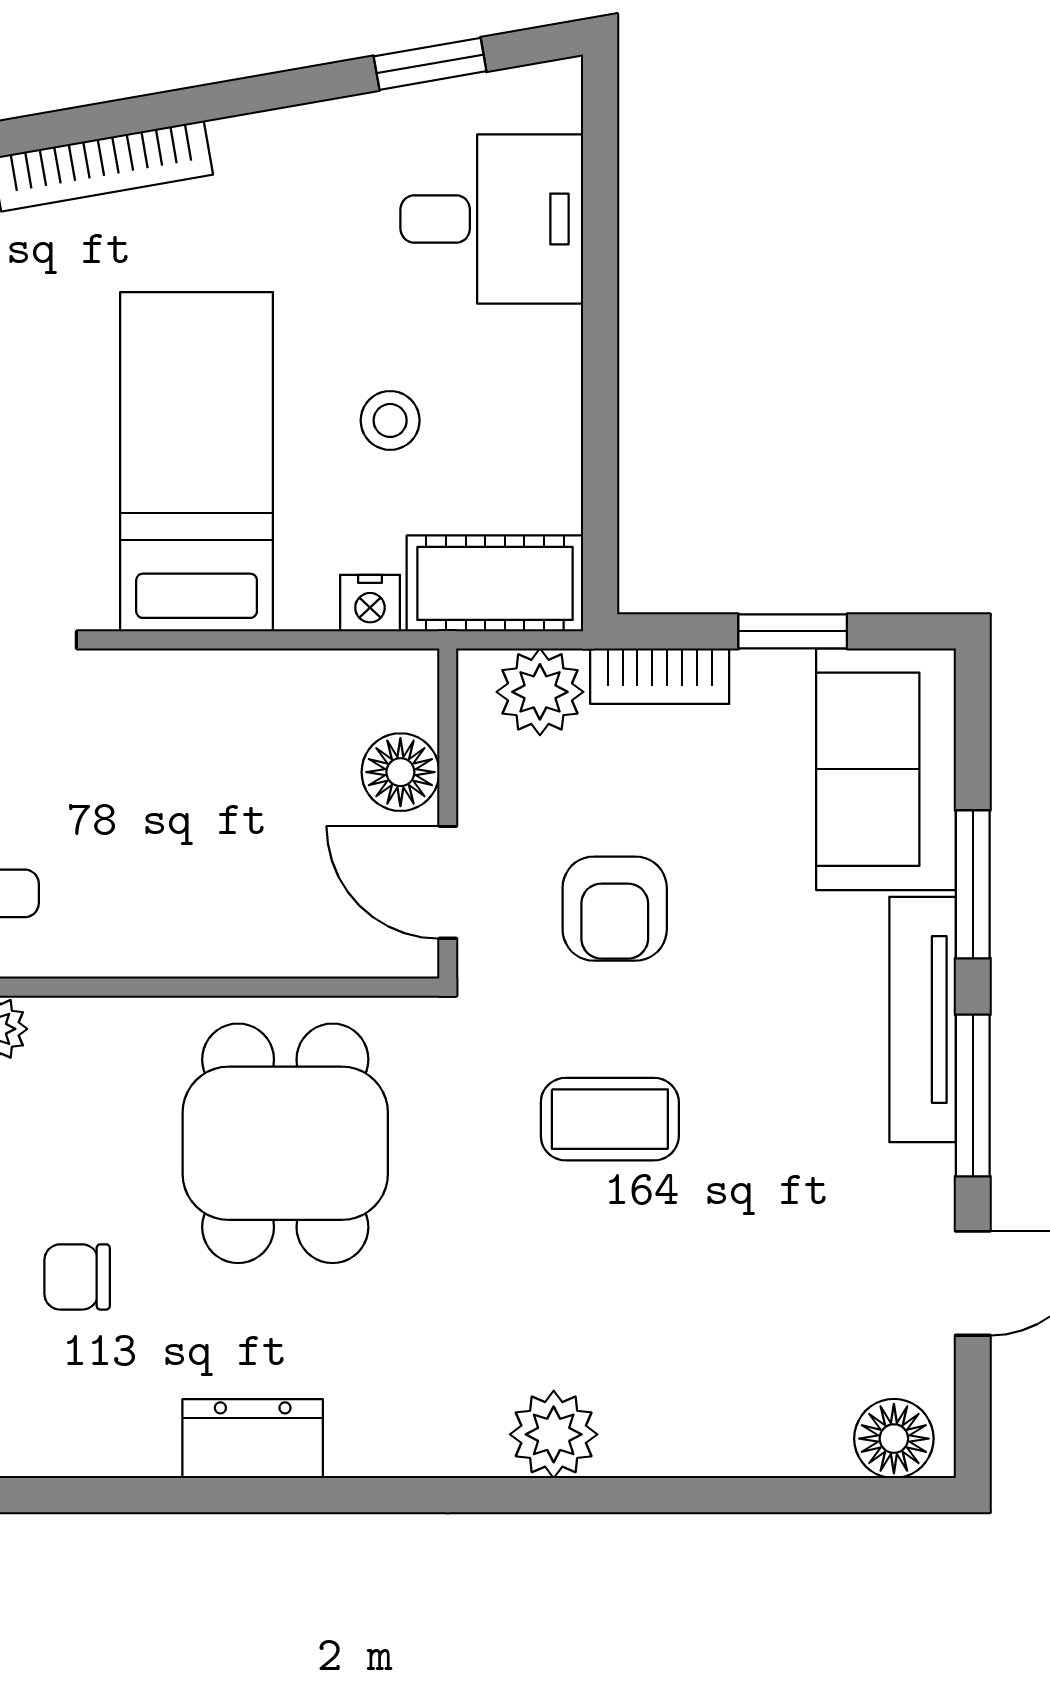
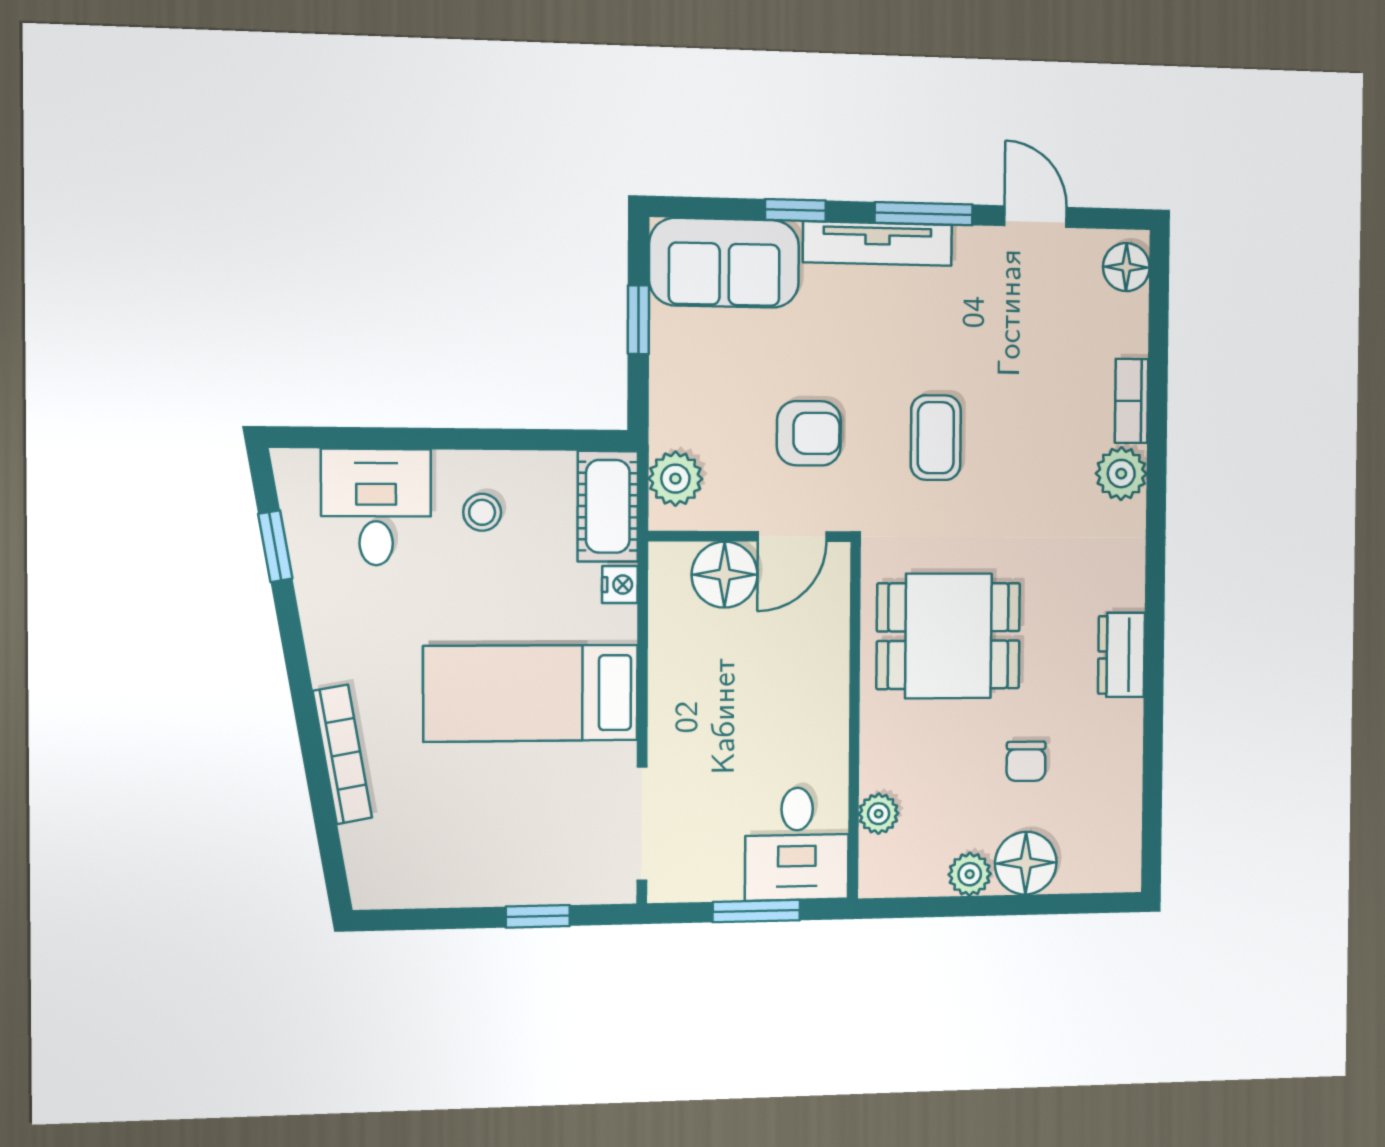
stool: (390, 420) -> (482, 512), moved
bookcase: (660, 676) -> (1131, 401), moved, turned 180
floor lamp: (400, 772) -> (725, 575), width x1.38, depth x1.38
window: (973, 884) -> (795, 210), width x0.67

